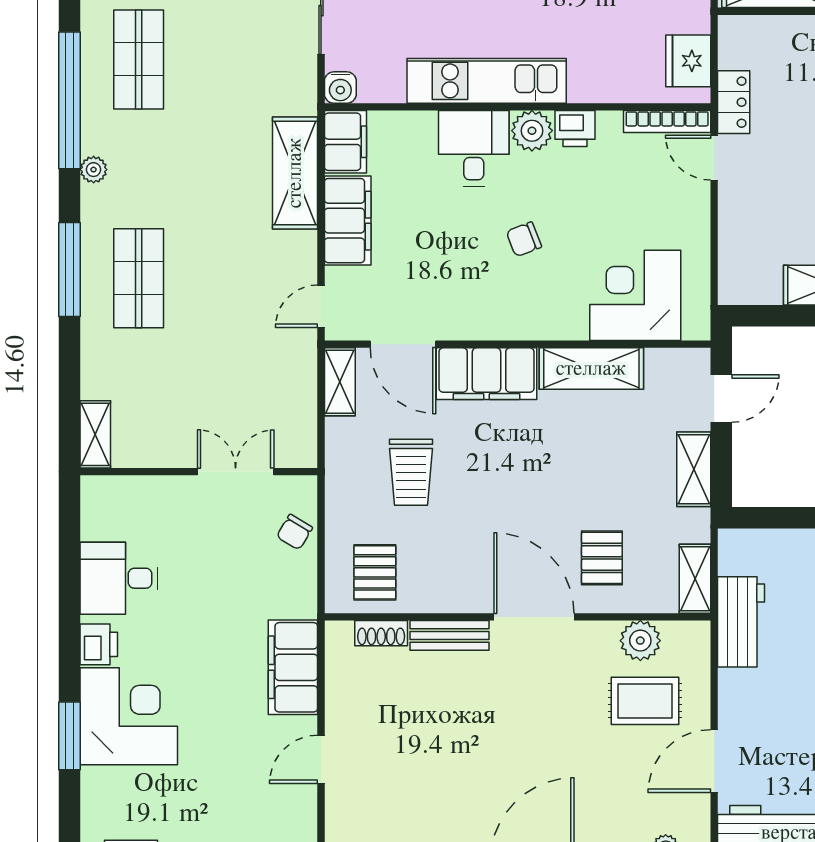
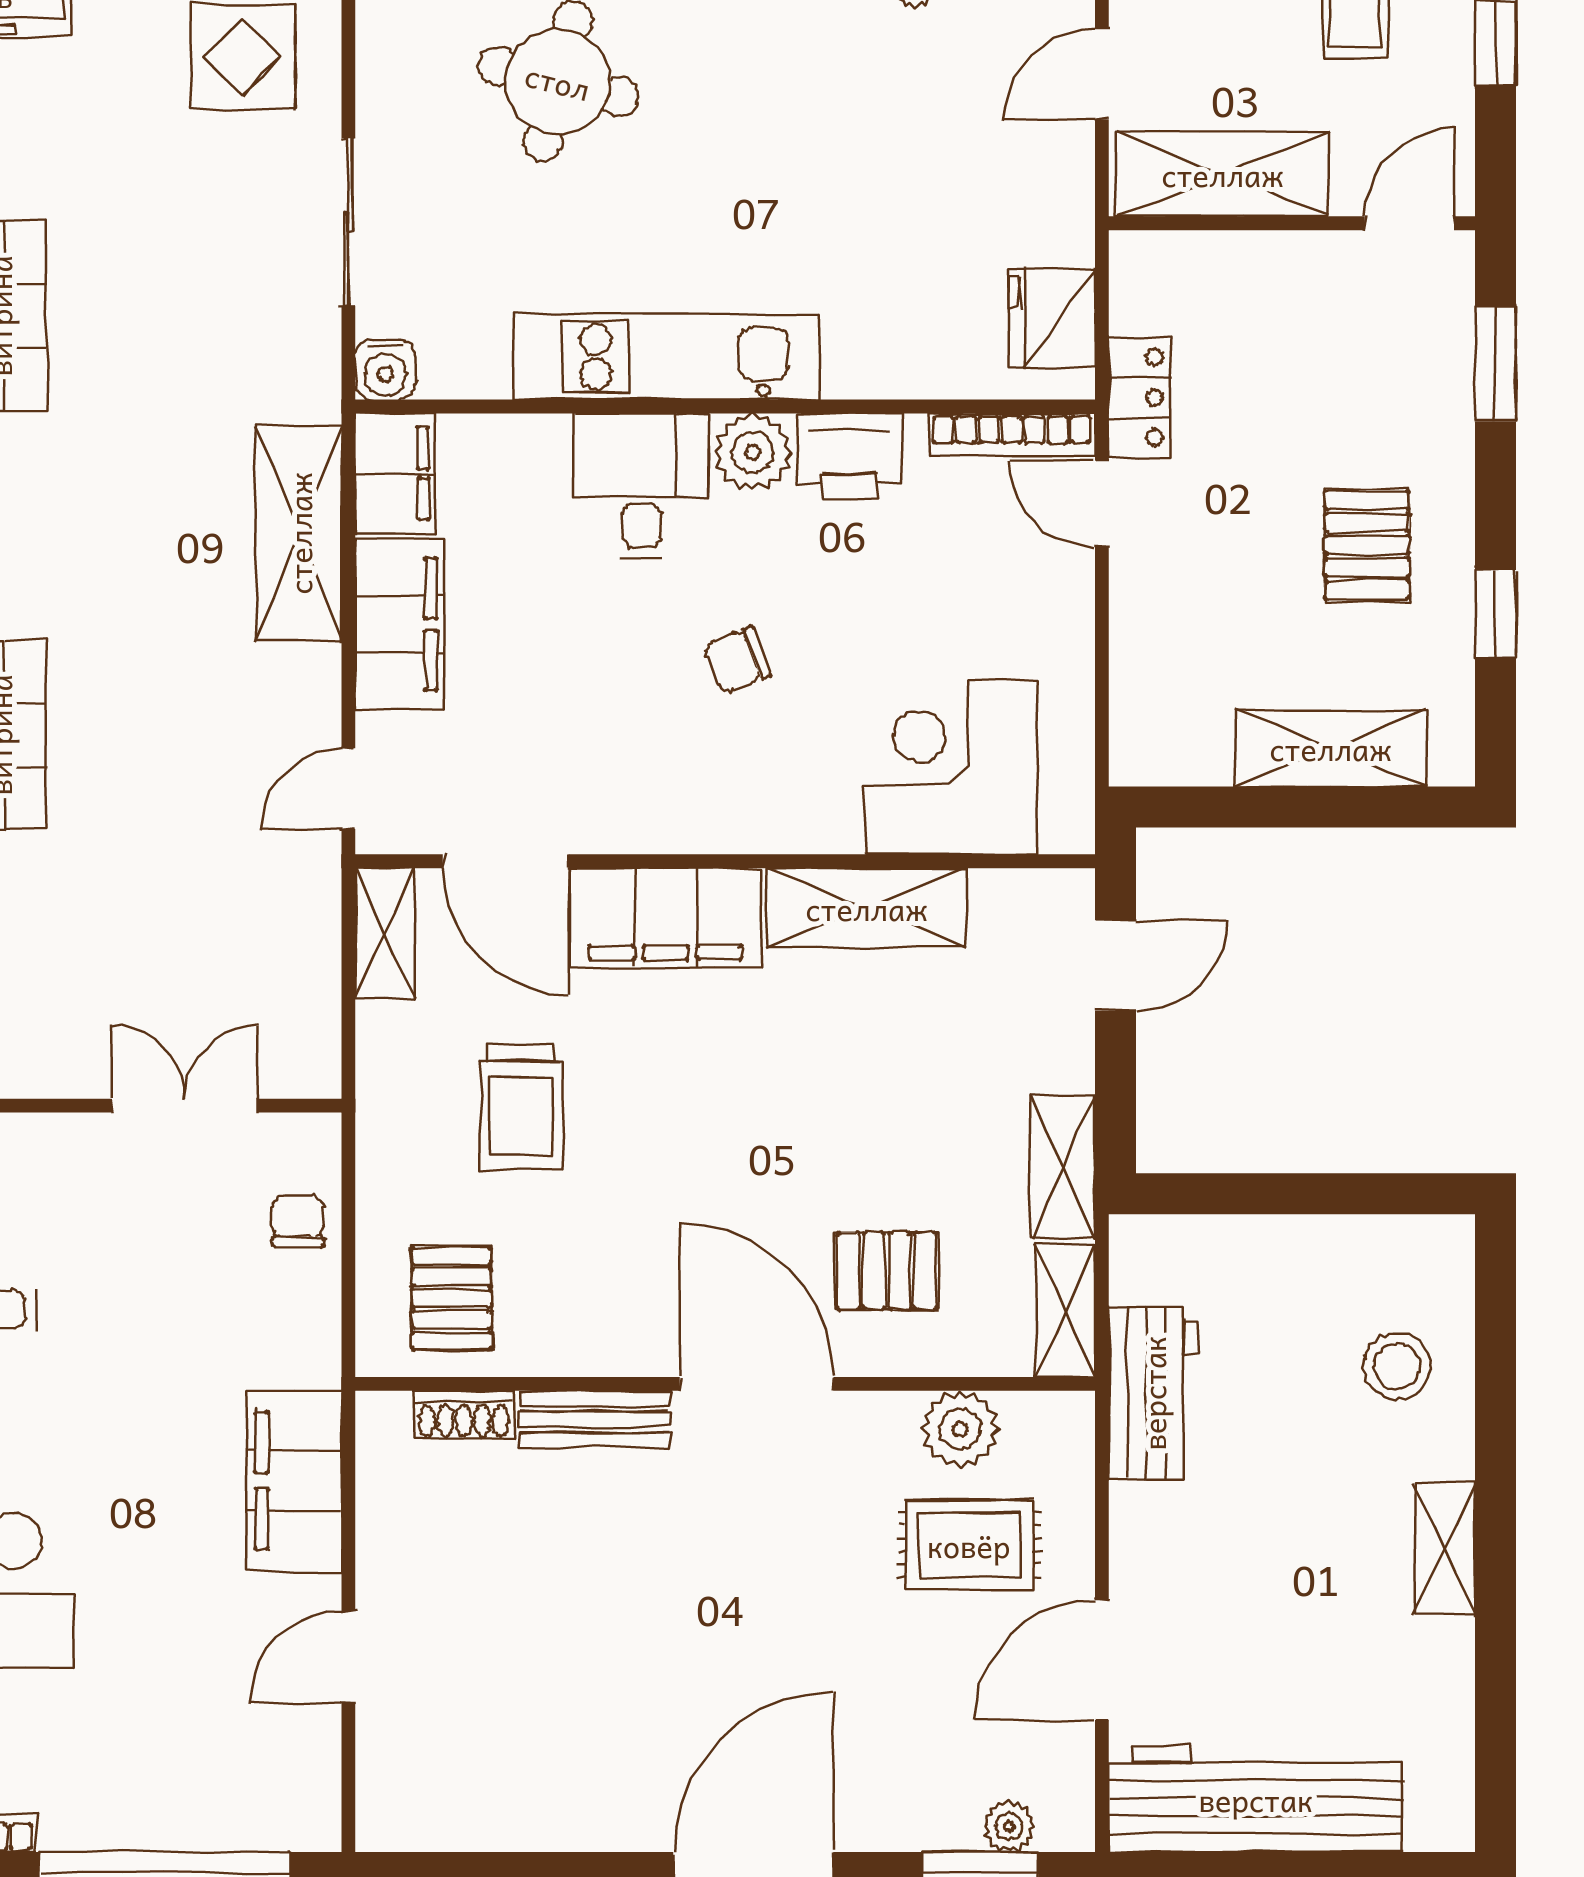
printer: (575, 129) -> (849, 456), width x1.36, depth x1.24
shelving: (694, 469) -> (1063, 1167), moved
chair: (295, 532) -> (298, 1221), turned 149
pallet: (602, 558) -> (887, 1271), turned 90

